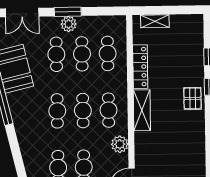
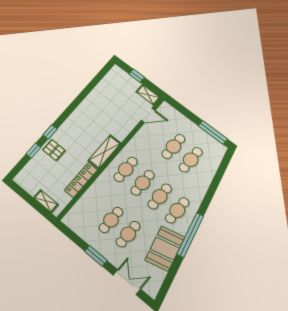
plant: (69, 24) -> (102, 247), removed
cafe table: (108, 53) -> (177, 210), moved
pallet: (193, 98) -> (54, 150), moved, turned 90
plant: (120, 144) -> (137, 142), removed

